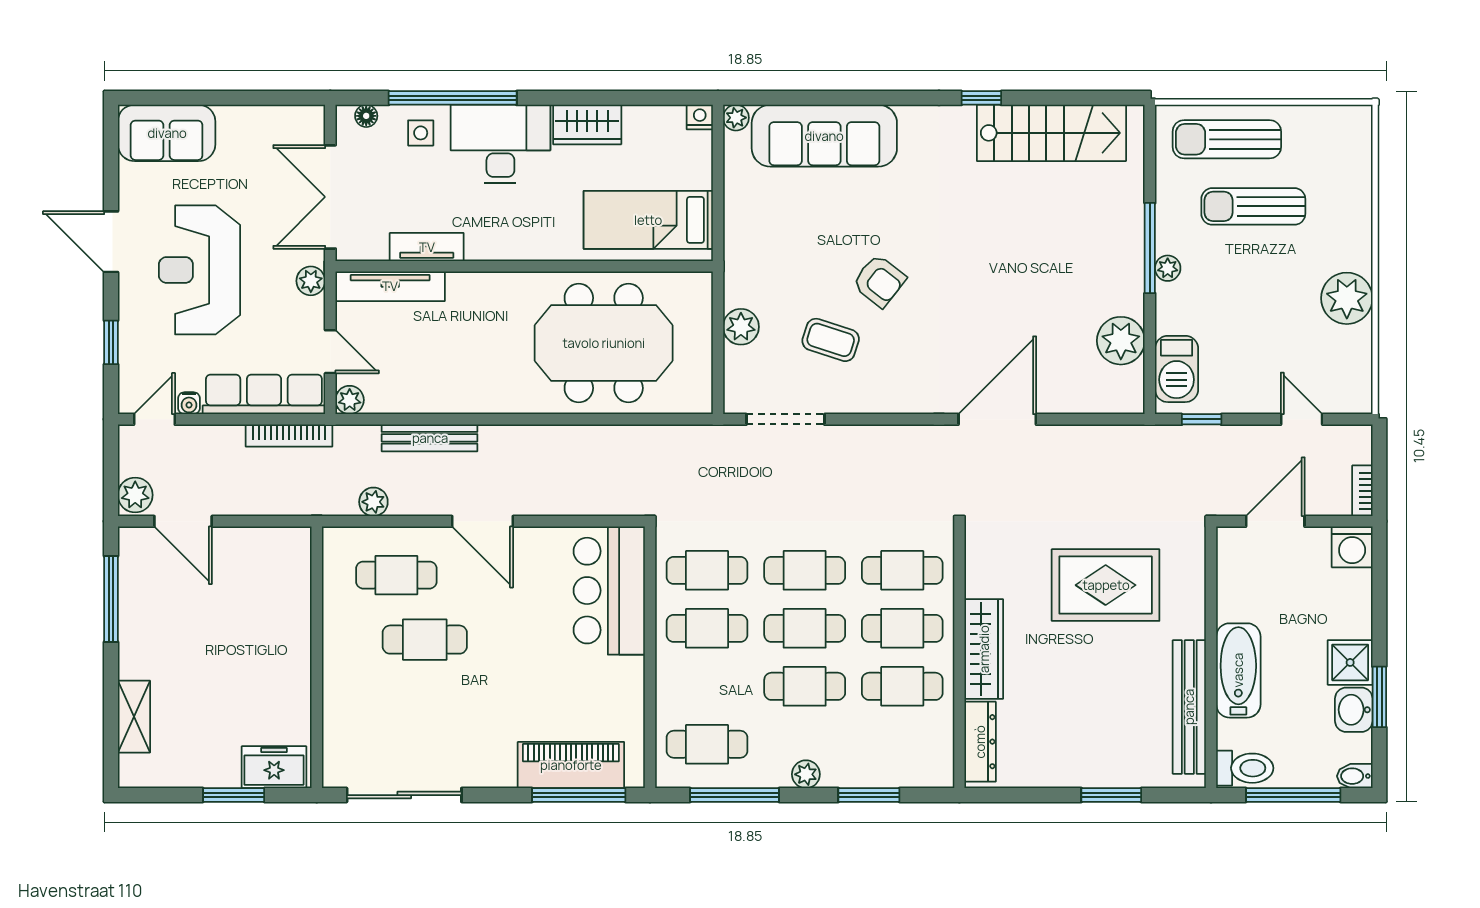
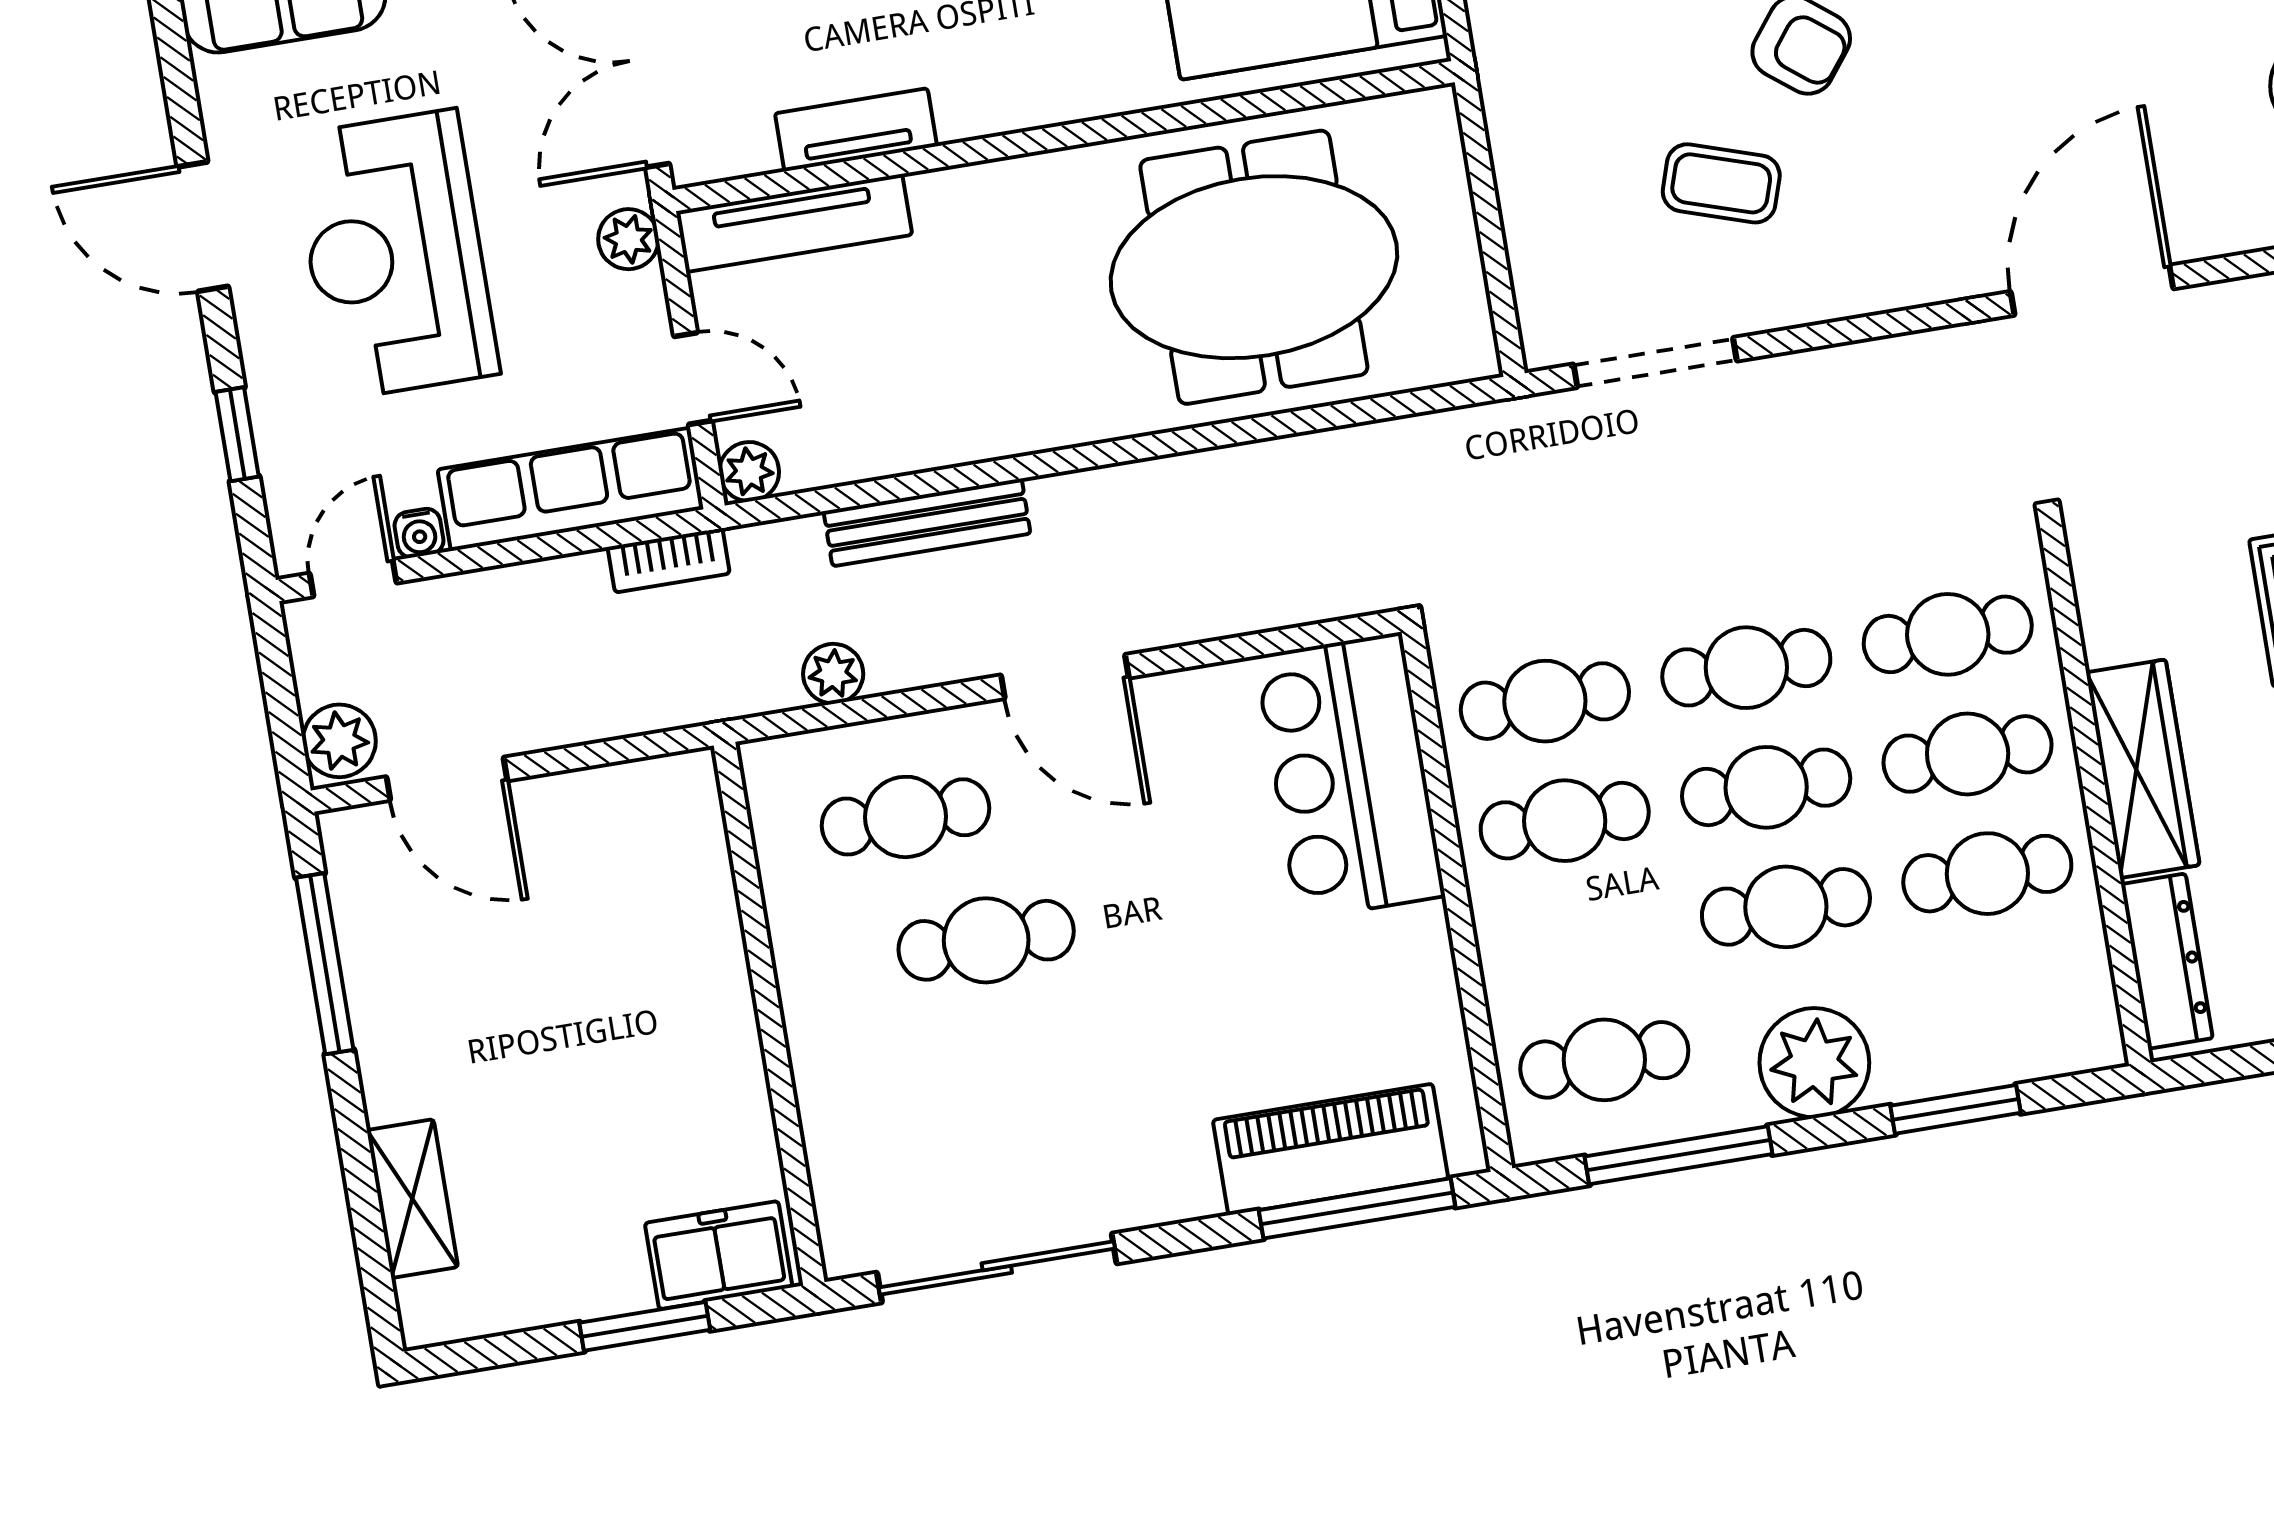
plant: (741, 327) -> (1532, 187), removed
bookcase: (289, 436) -> (669, 560), width x0.64
plant: (806, 774) -> (1814, 1063), width x1.88, depth x1.88

